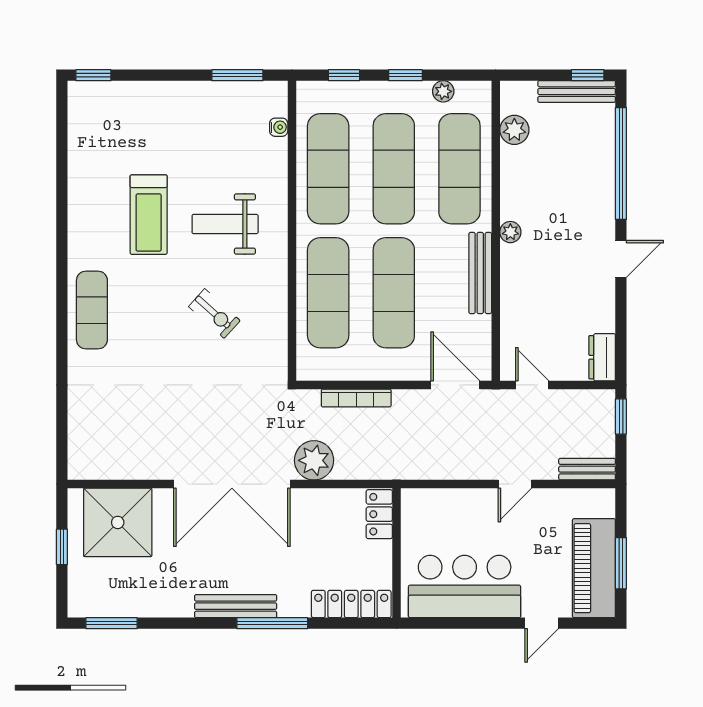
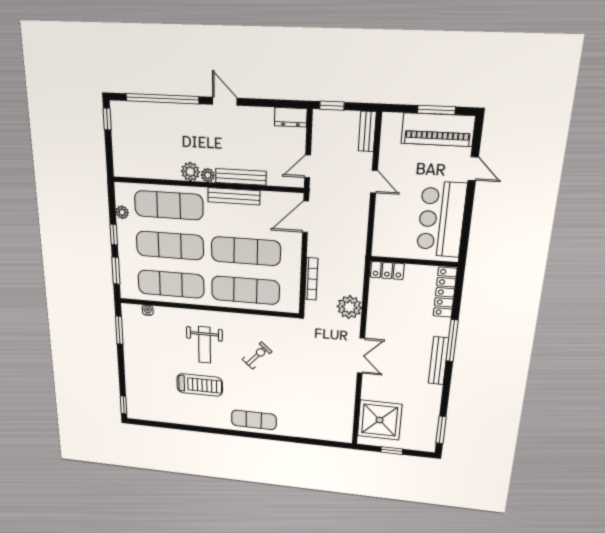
window: (344, 75) -> (116, 271), width x1.50
bench: (577, 92) -> (241, 177), moved, turned 90
plant: (514, 130) -> (190, 172), moved
double door: (232, 484) -> (361, 356), width x0.54

